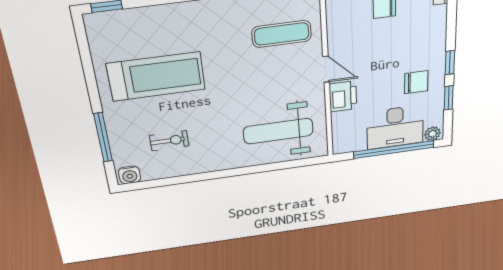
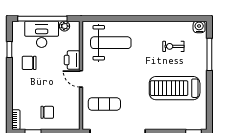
window: (450, 63) -> (9, 73), removed
plant: (432, 134) -> (65, 26), moved

